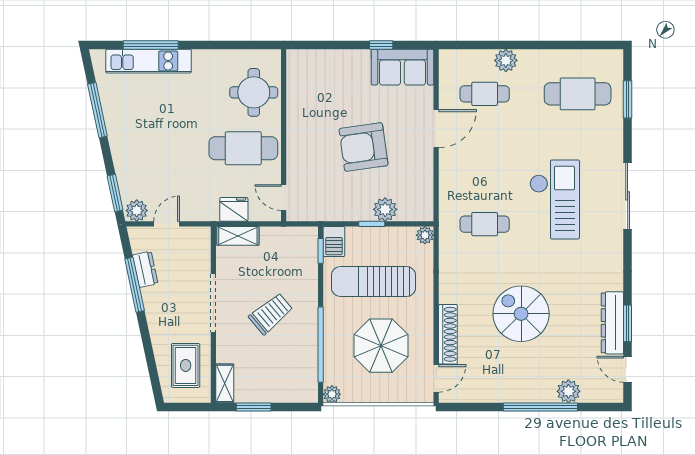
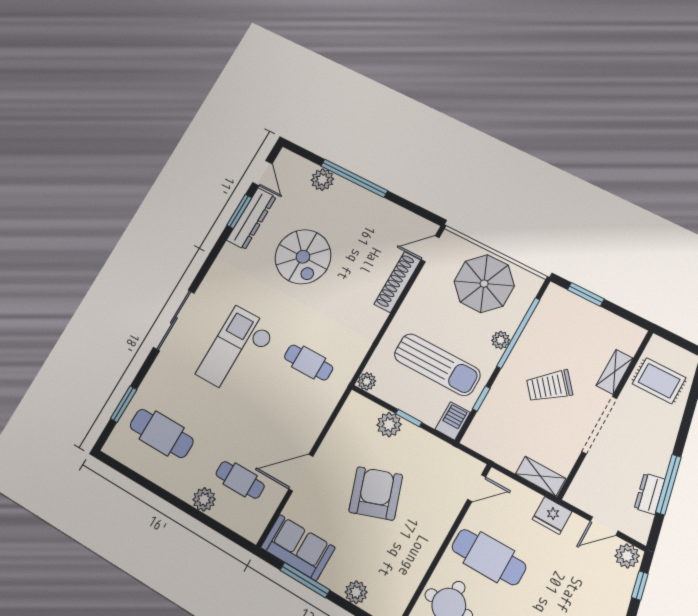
window: (381, 45) -> (305, 580), width x2.17
plant: (334, 60) -> (356, 592), added
armchair: (364, 147) -> (376, 493), turned -101
window: (115, 193) -> (640, 586), width x0.67
door: (284, 198) -> (477, 488), hinge flipped
fridge: (234, 209) -> (552, 515), moved
window: (321, 251) -> (481, 399), moved
spiral stairs: (521, 314) -> (303, 257), moved
parasol: (381, 346) -> (484, 284), moved
rug: (186, 365) -> (659, 381), turned 90
shelving: (225, 383) -> (615, 372), moved
plant: (332, 394) -> (501, 340), moved
window: (254, 407) -> (586, 294), moved

